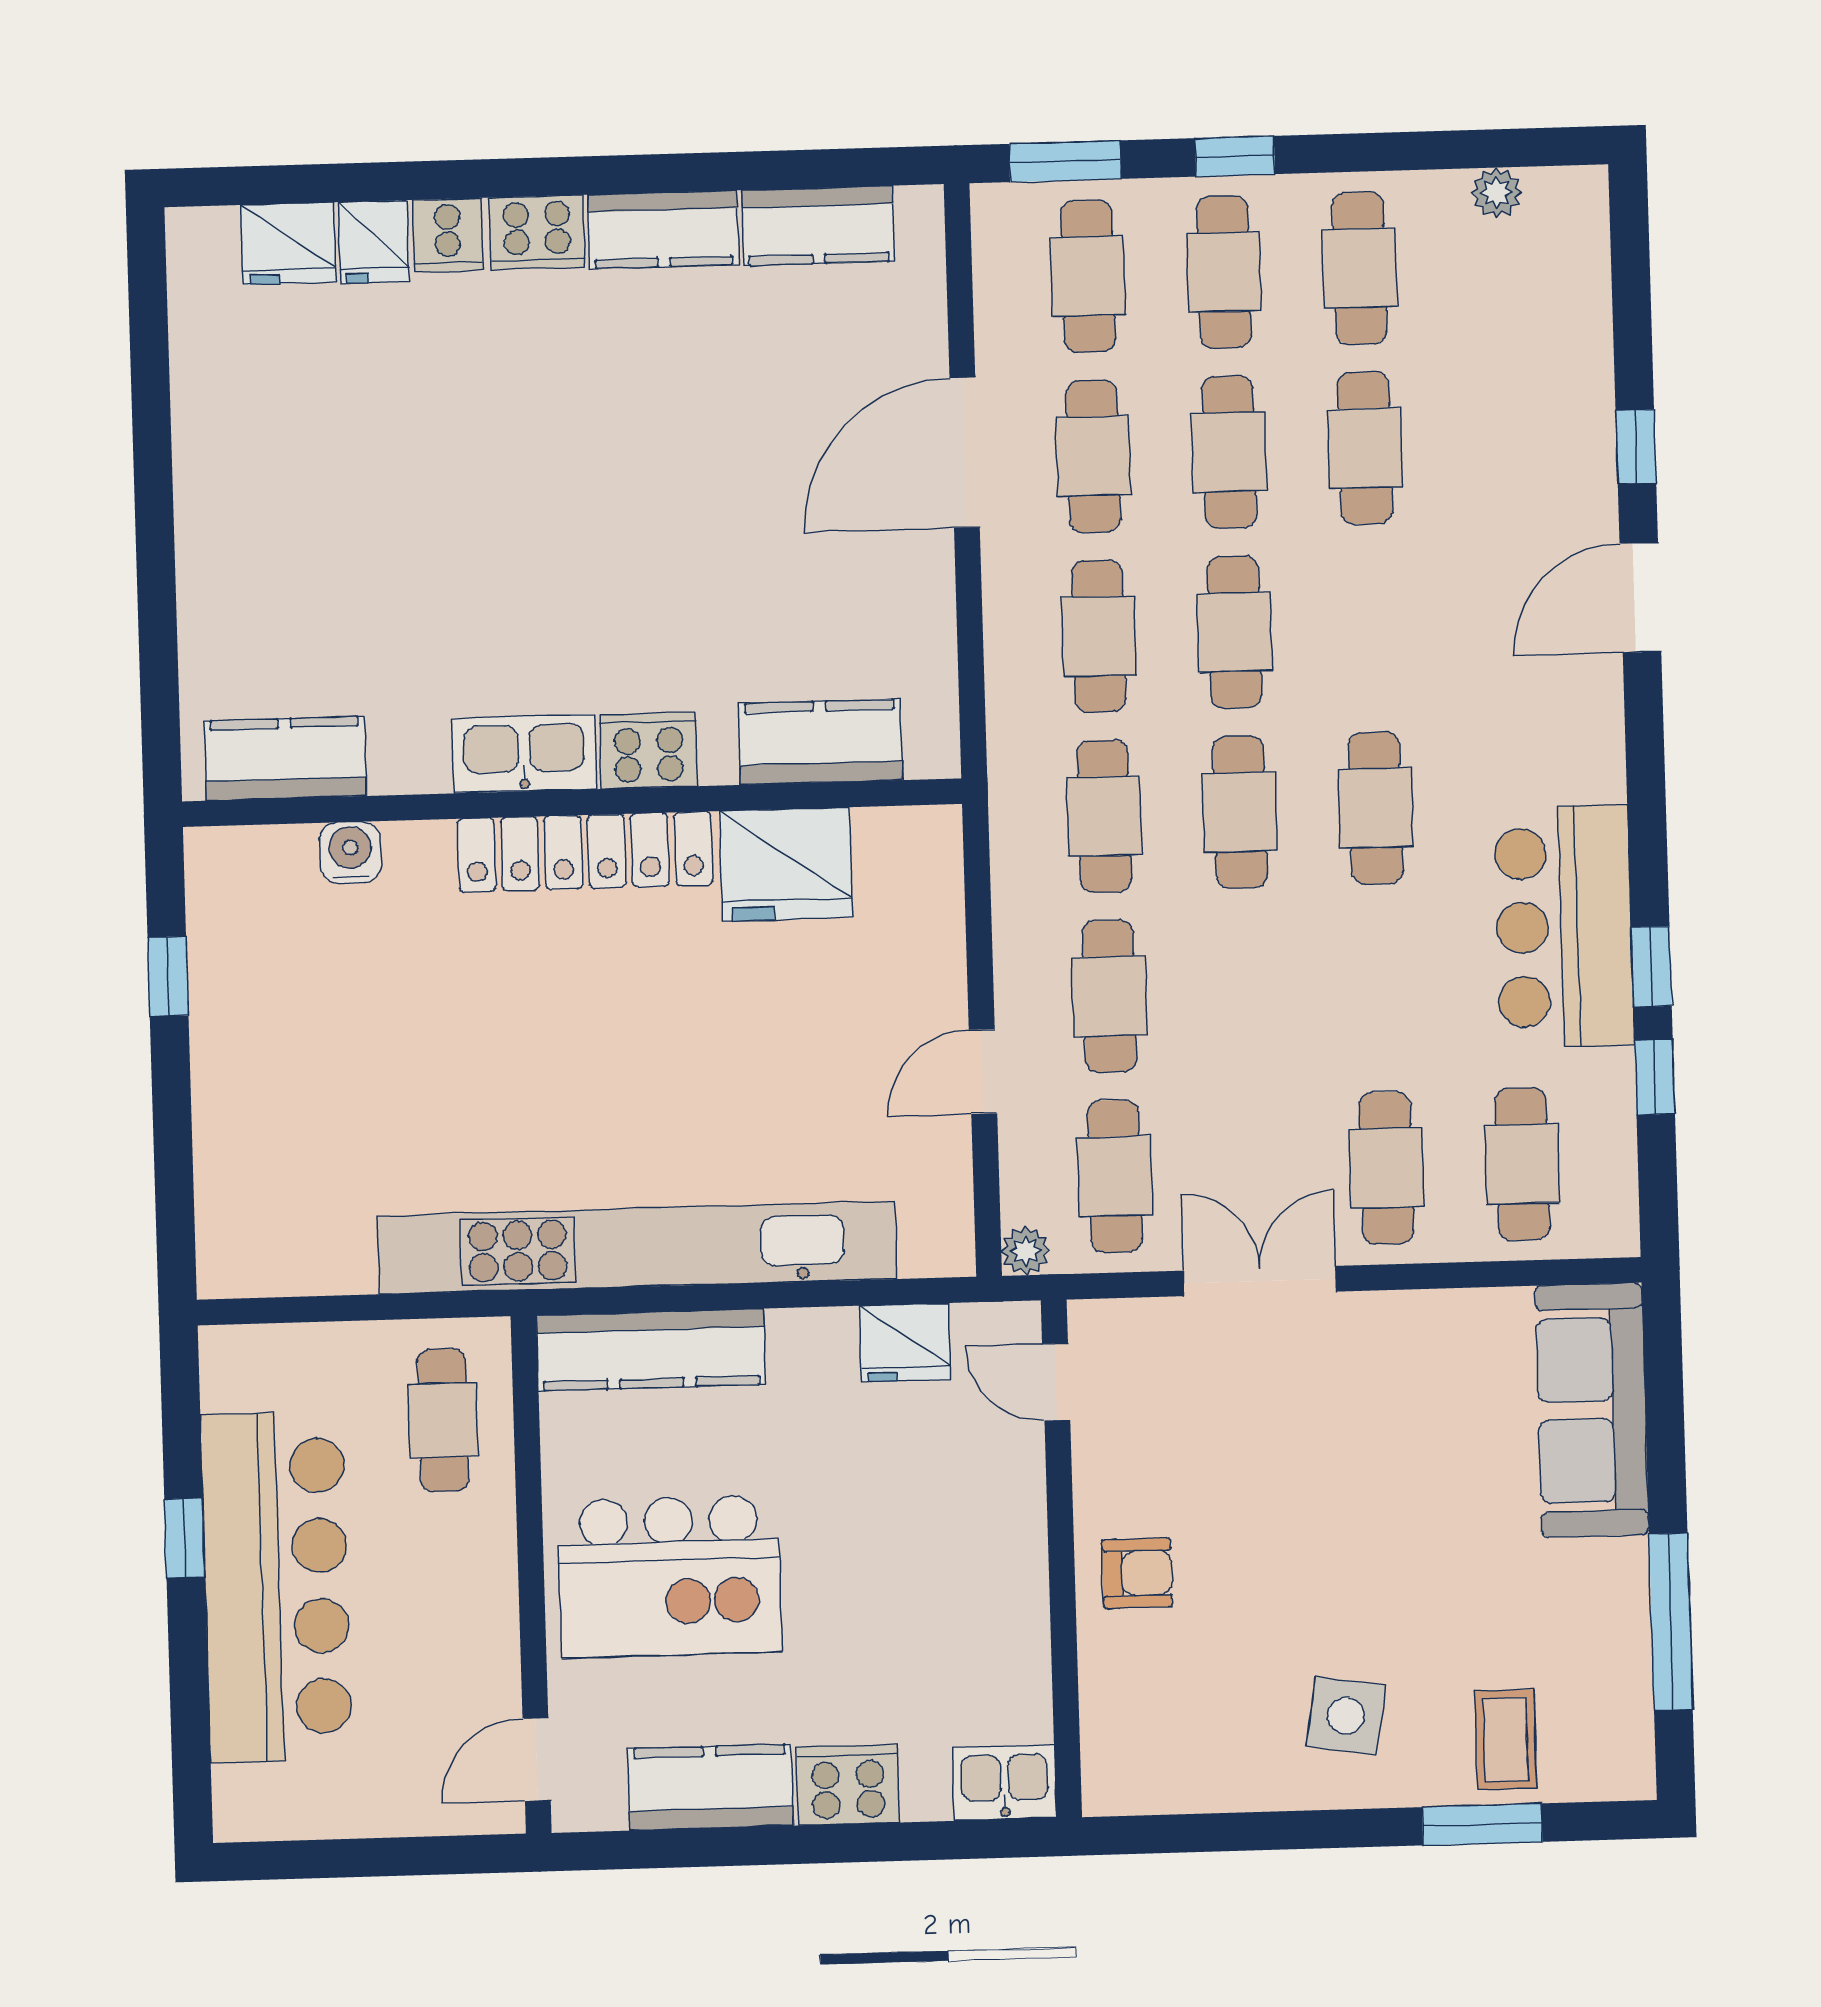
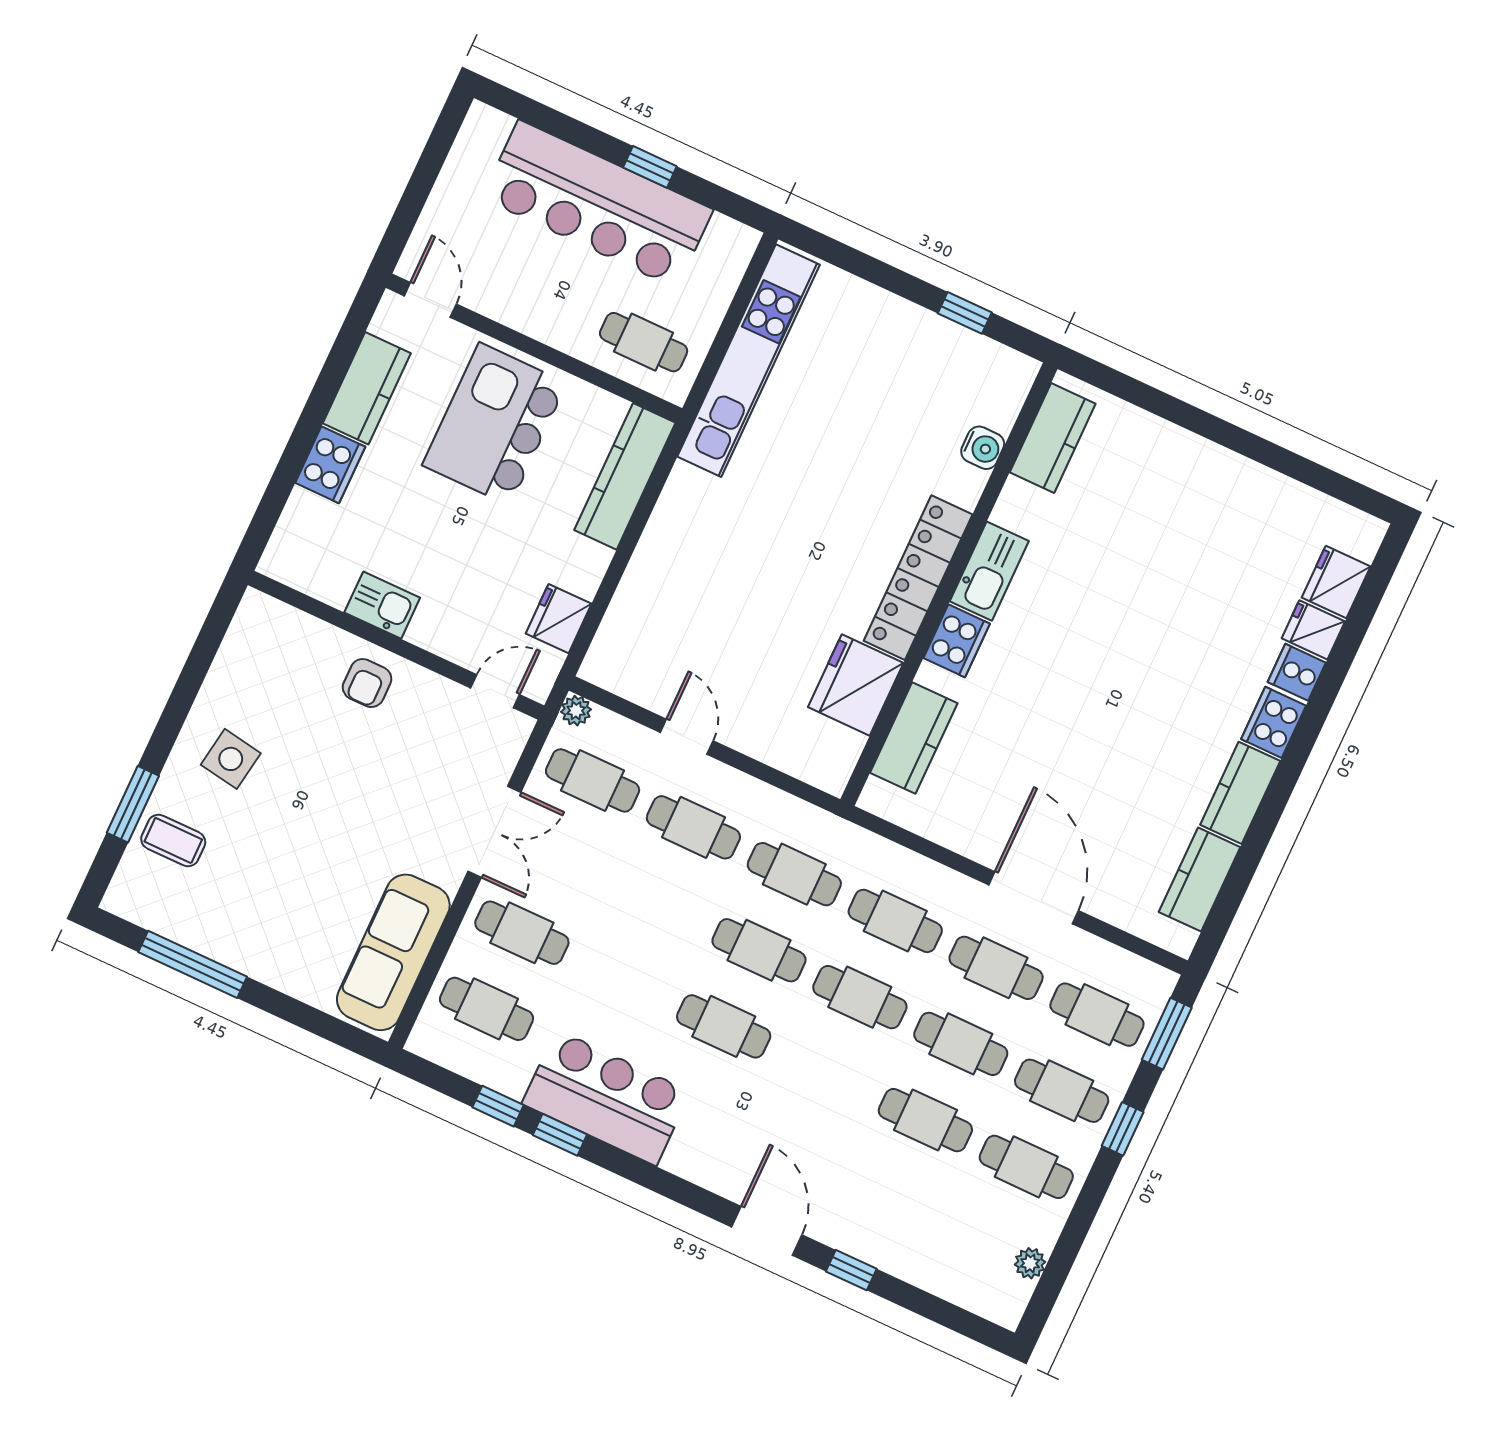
kitchen unit: (637, 1248) -> (749, 361), moved, width x0.73
sofa: (1592, 1410) -> (393, 952), moved, turned -90
kitchen sink: (1004, 1783) -> (382, 605), moved, turned -90

